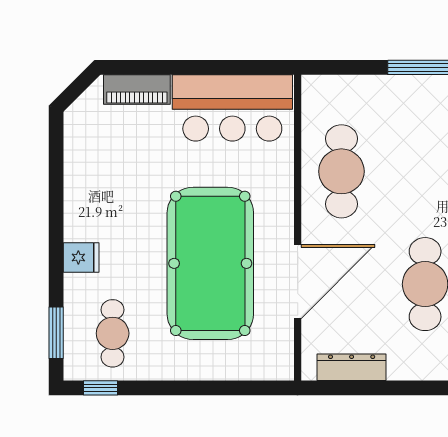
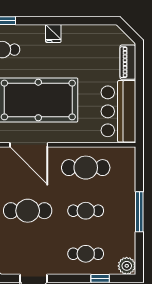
cafe table: (425, 171) -> (86, 211), added
fridge: (81, 257) -> (53, 33), moved

